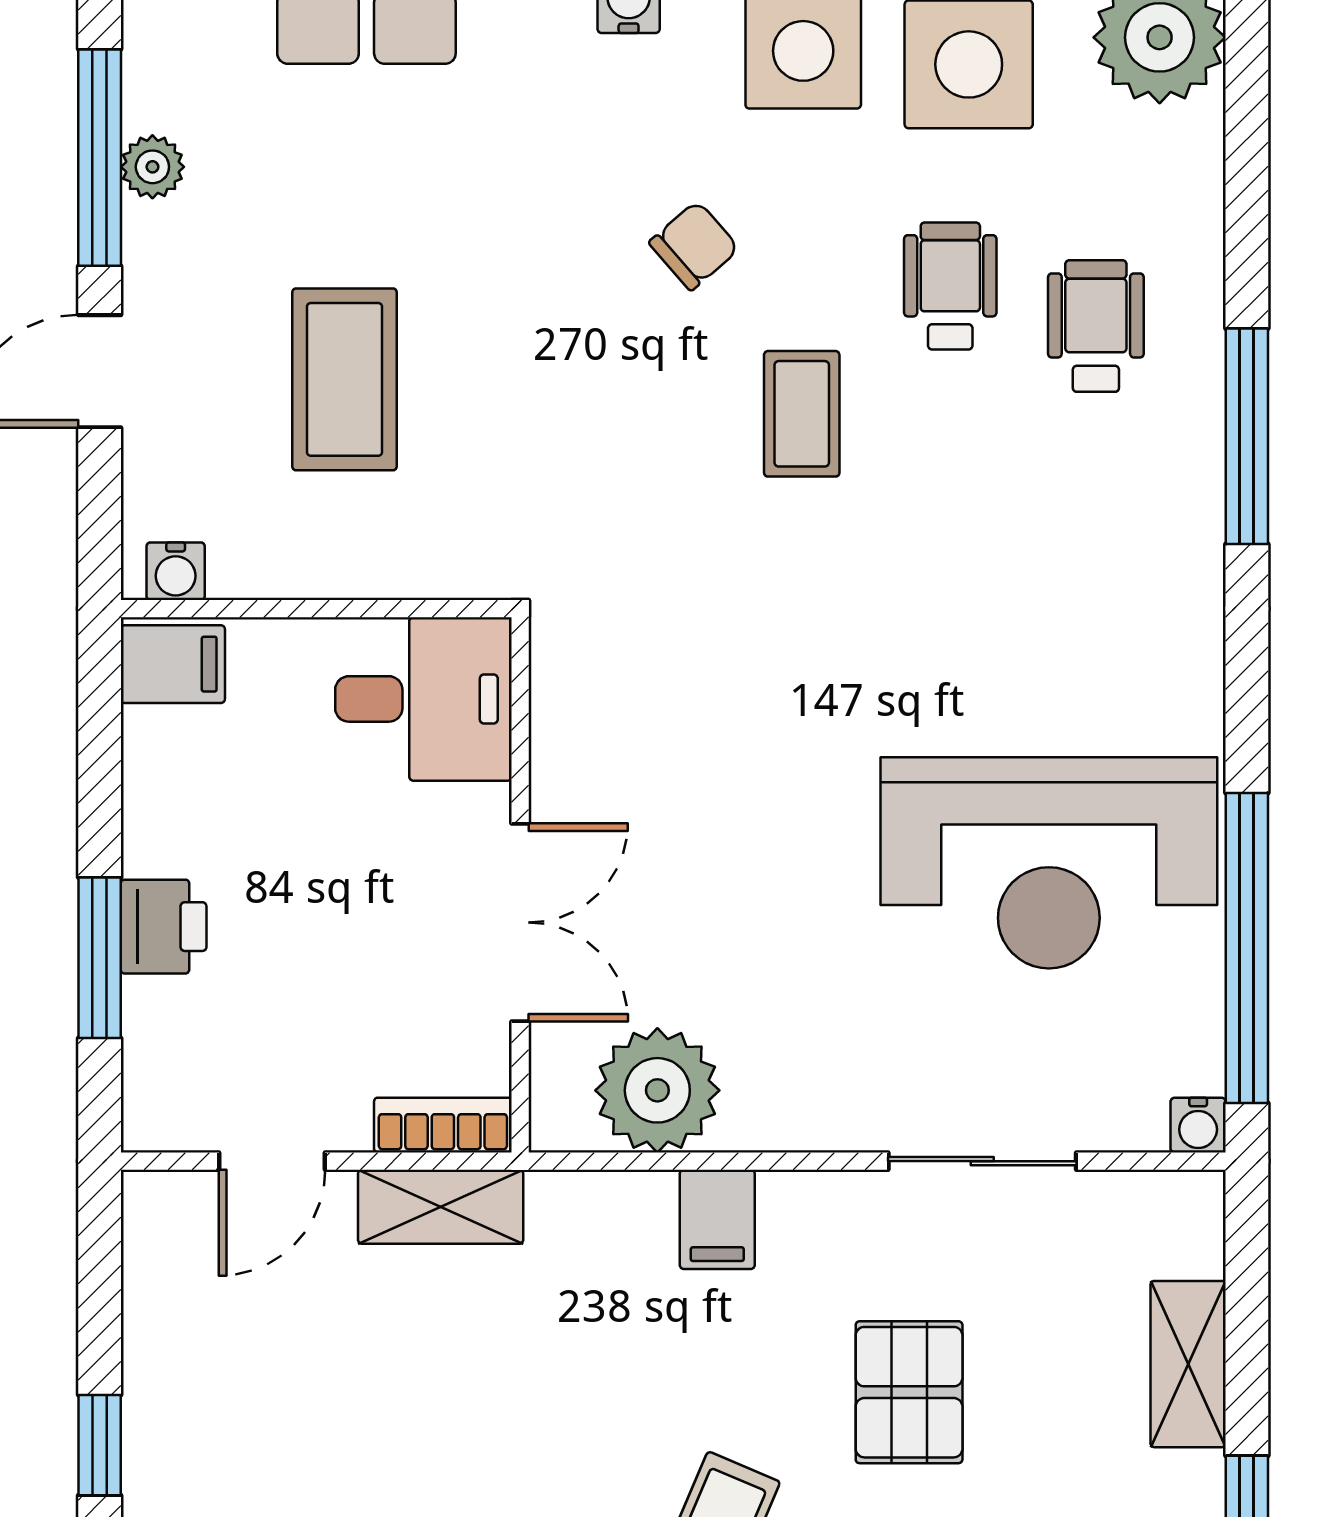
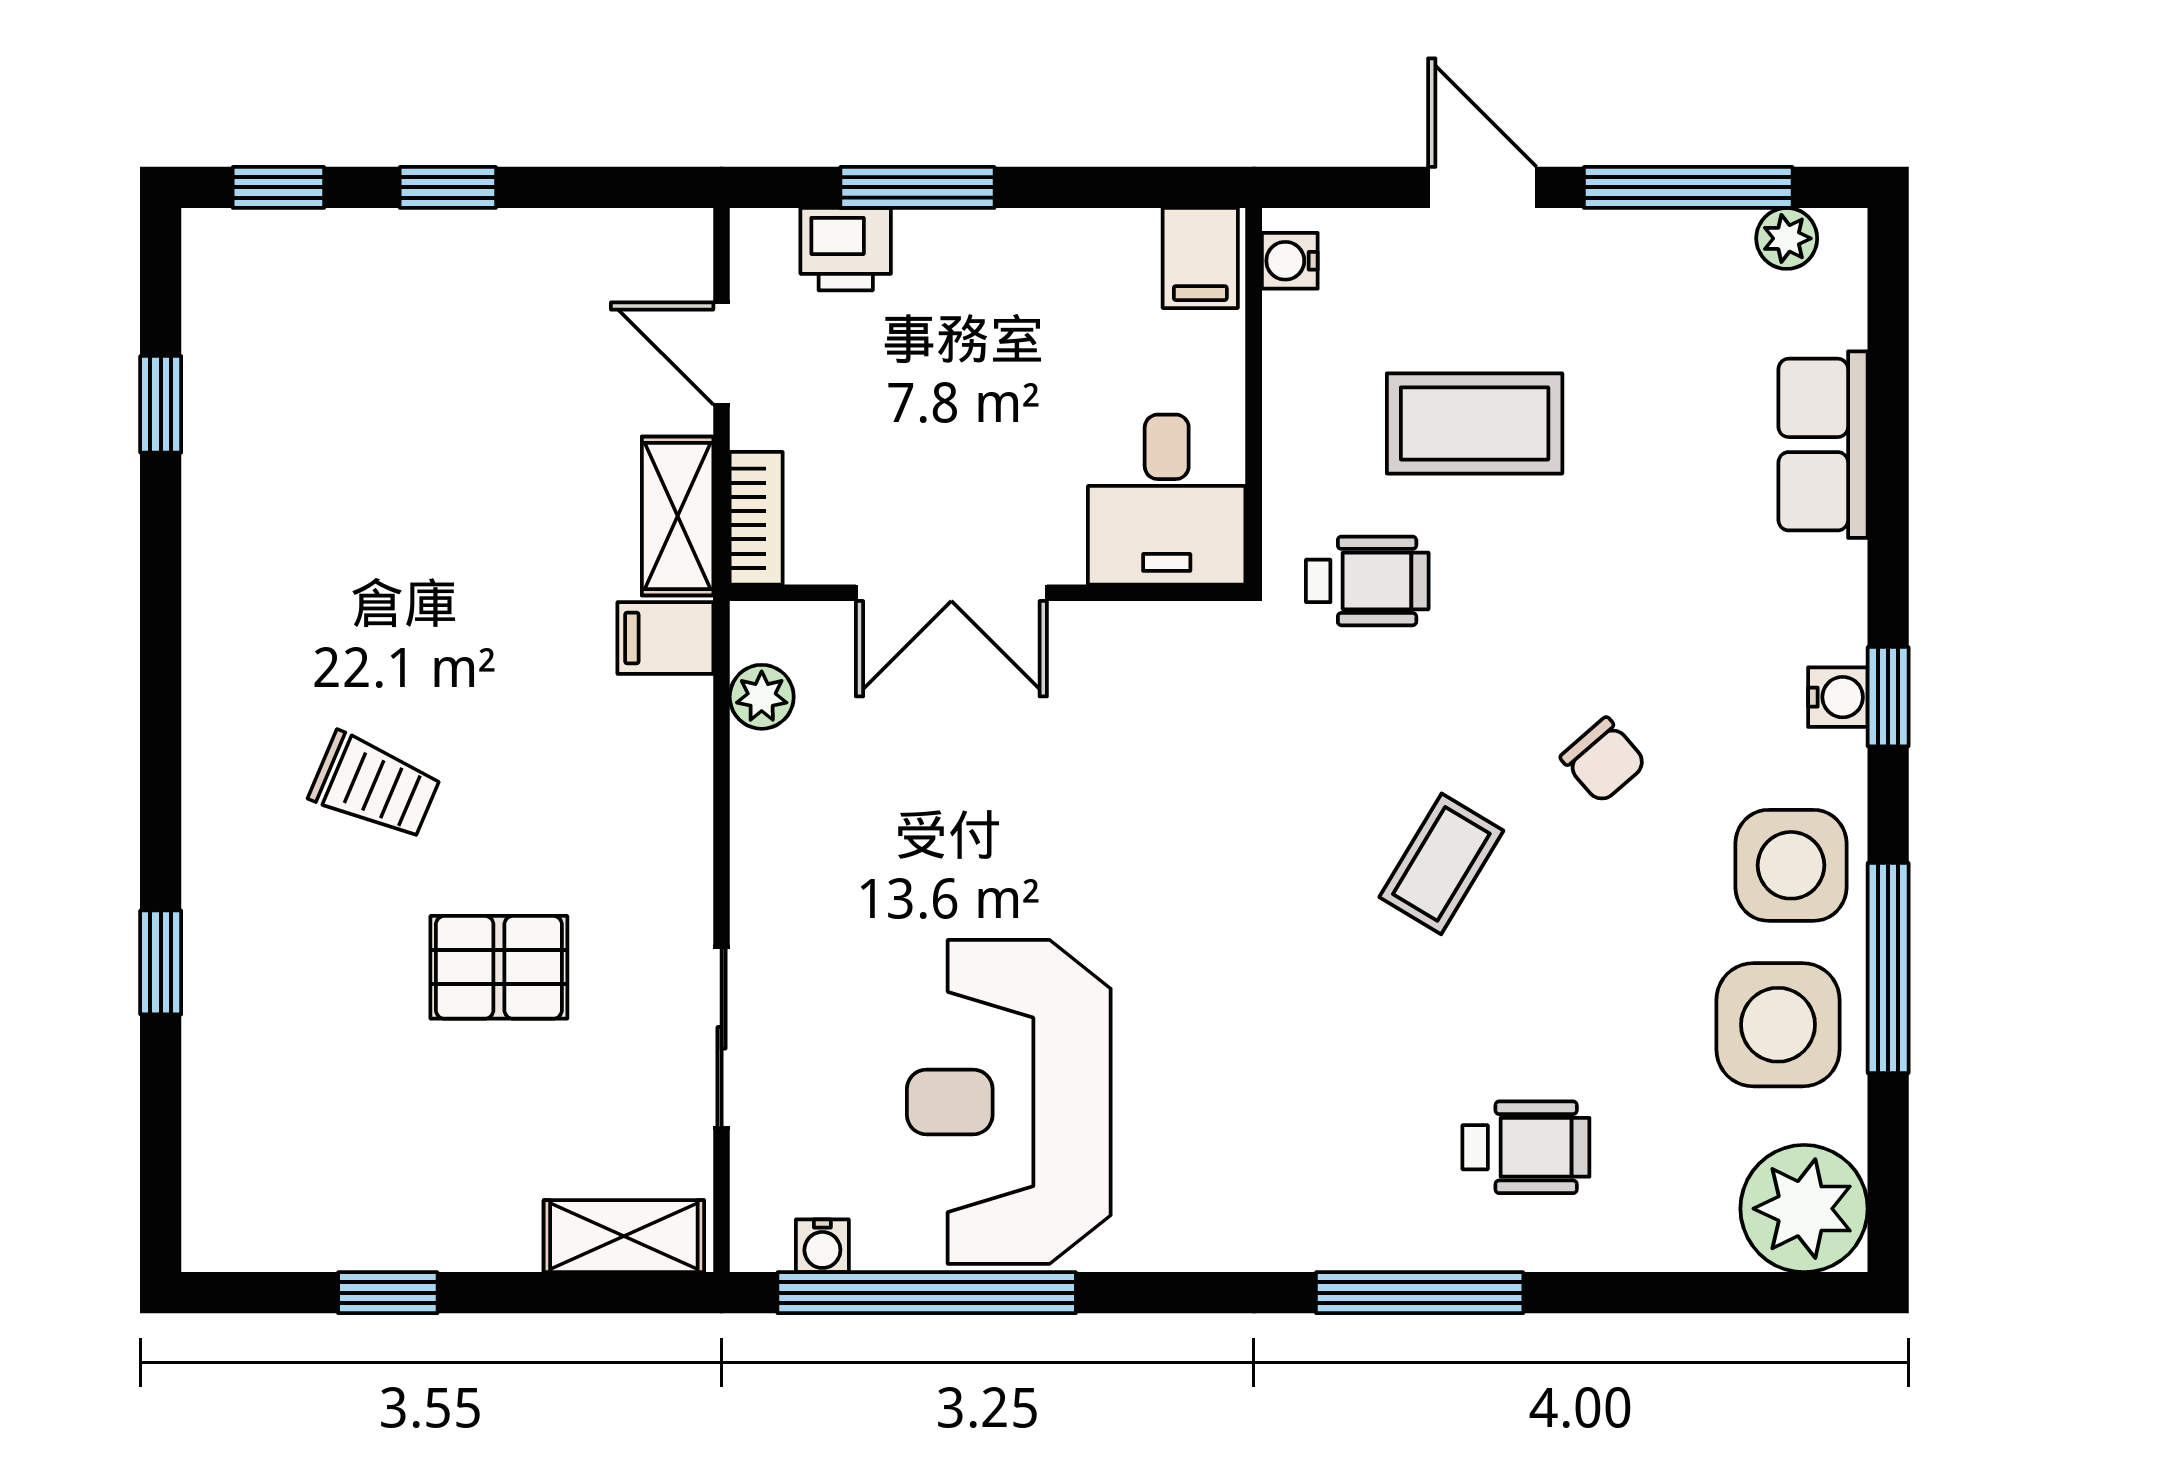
plant: (152, 167) -> (1787, 238), moved
wheelchair: (950, 286) -> (1367, 581), moved
coffee table: (802, 414) -> (1441, 864), turned -59
printer: (164, 927) -> (846, 249), moved
plant: (657, 1090) -> (762, 697), width x0.53, depth x0.53
water cooler: (1198, 1125) -> (822, 1246), moved, turned -90
filing cabinet: (717, 1219) -> (665, 638), moved
shelving: (1188, 1364) -> (624, 1236), moved

